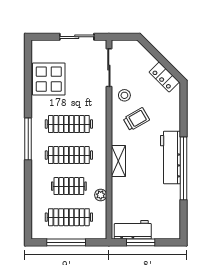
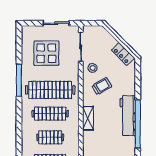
display table: (49, 79) -> (46, 53), moved
clothes rail: (69, 124) -> (50, 90), width x1.37, depth x1.31
window: (28, 139) -> (19, 80), moved
plant: (101, 195) -> (74, 144), removed

